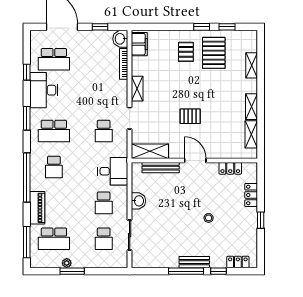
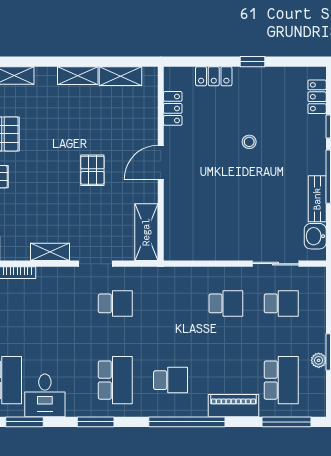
window: (27, 72) -> (25, 422), width x1.50
desk: (44, 90) -> (45, 395), width x0.73
bench: (161, 168) -> (172, 216), removed
desk: (113, 171) -> (177, 289), removed
washbasin: (139, 201) -> (315, 236), moved, turned -90
bench: (194, 262) -> (317, 199), moved

